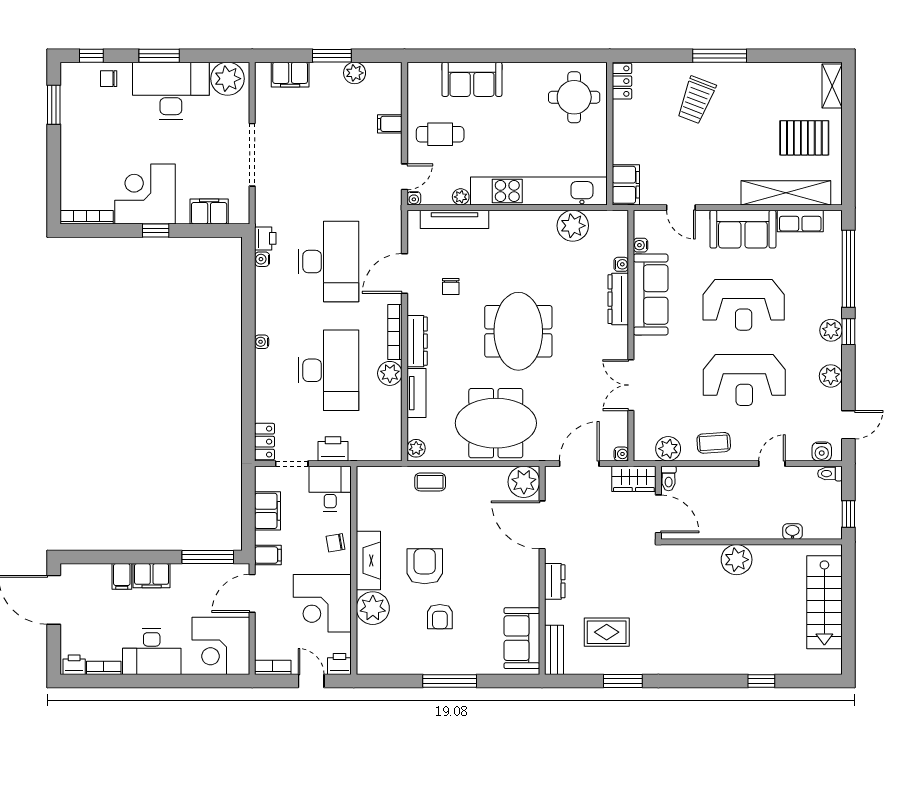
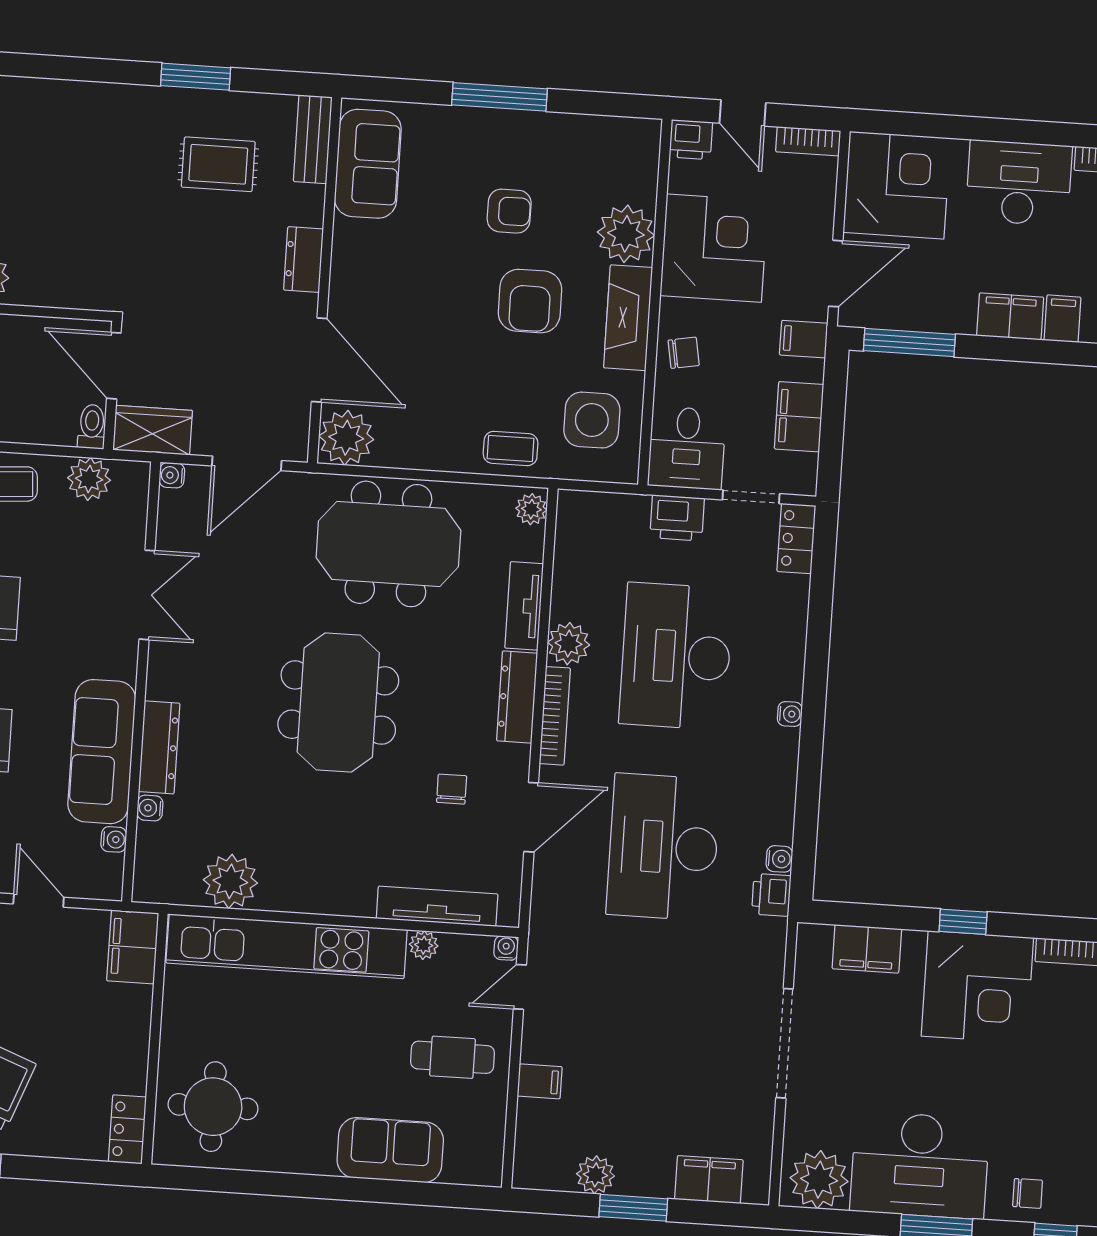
side table: (385, 501) -> (592, 420), added
armchair: (440, 617) -> (509, 211), turned 90

